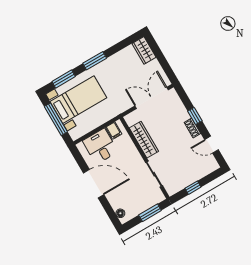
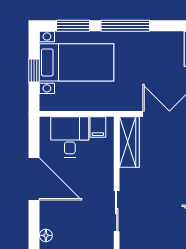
window: (95, 61) -> (125, 26), width x1.44
window: (56, 119) -> (34, 71), width x0.46
wardrobe: (144, 140) -> (129, 142), moved

